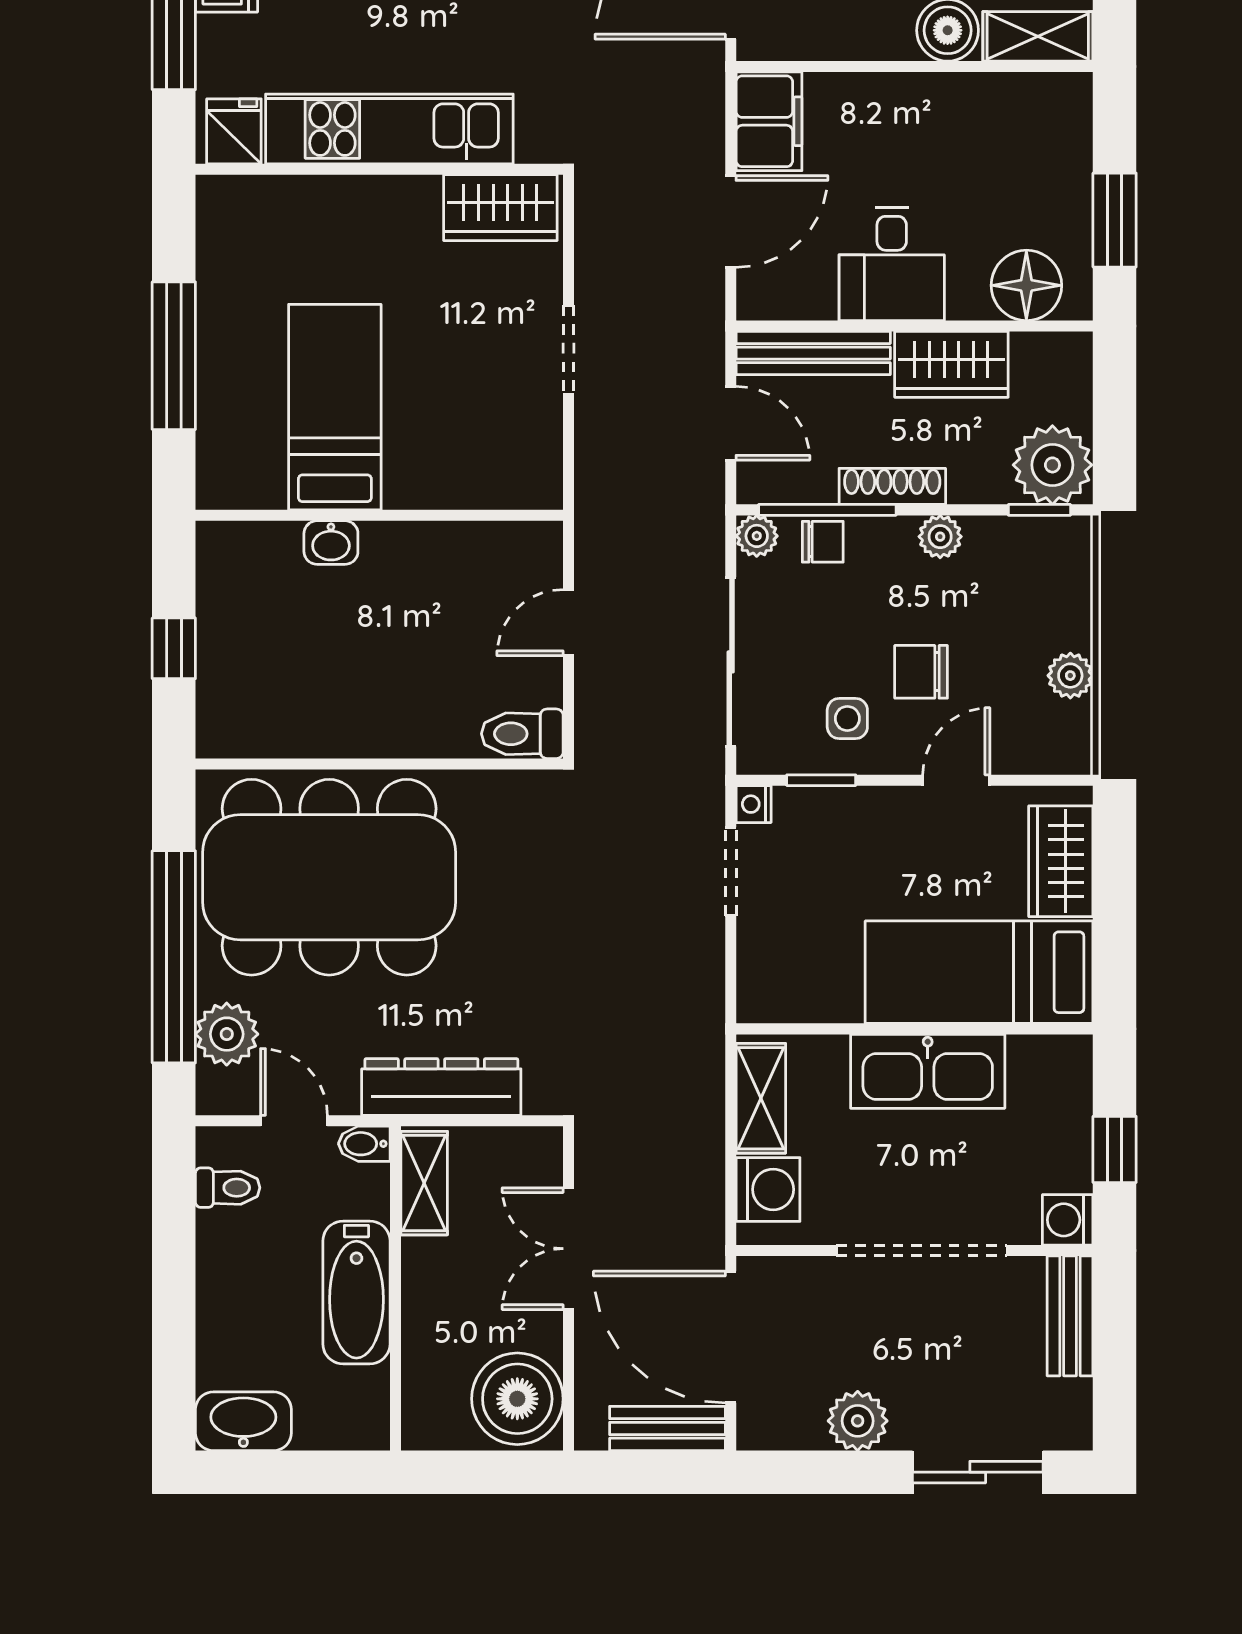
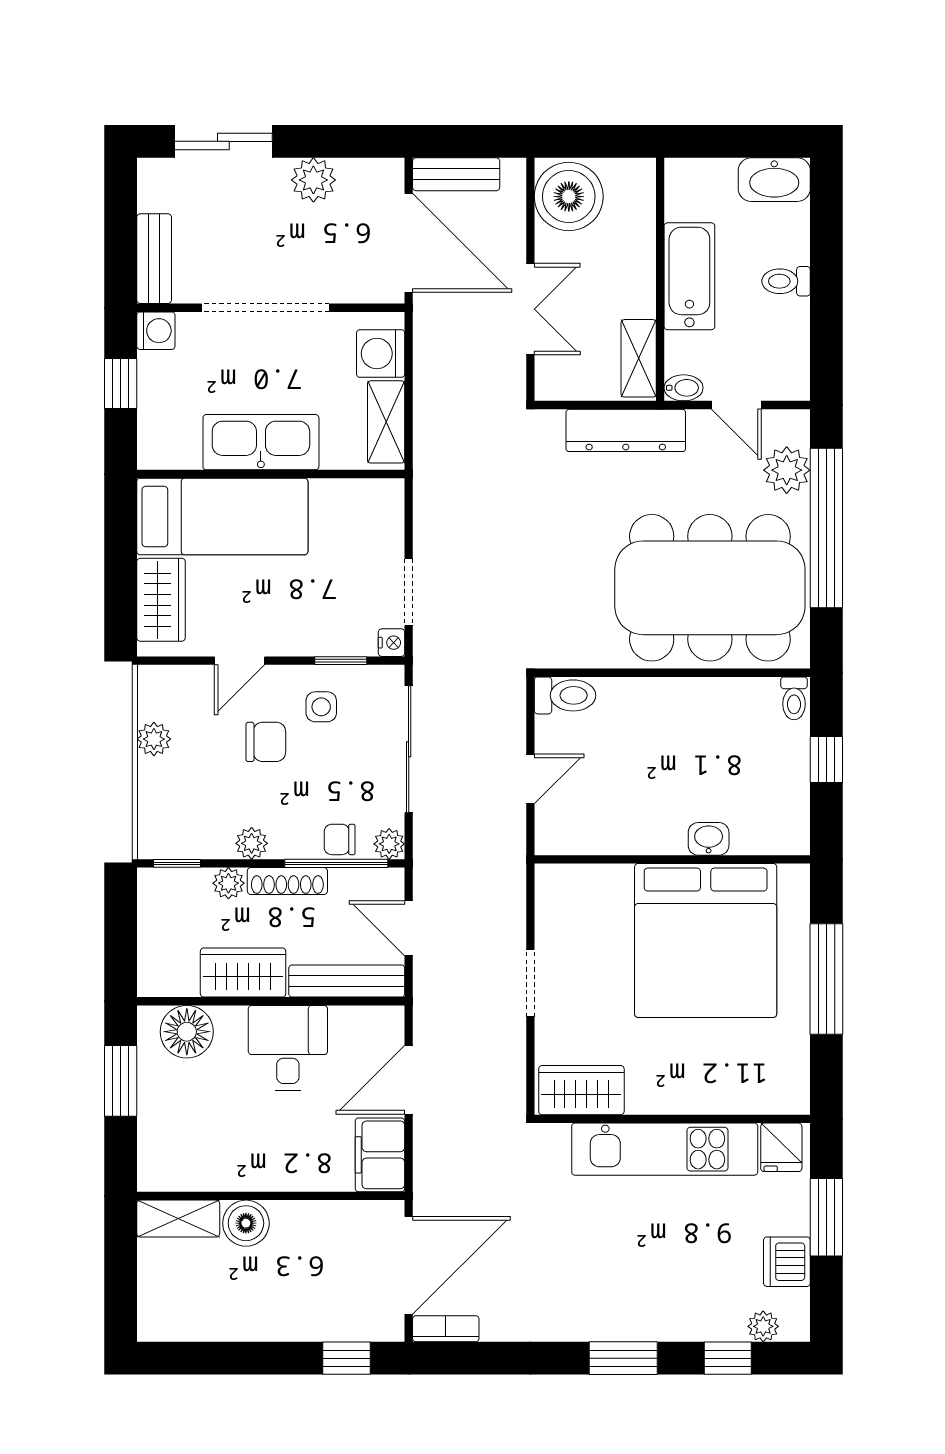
bed: (335, 407) -> (706, 940), width x2.04
plant: (1052, 465) -> (228, 883), moved, width x0.53, depth x0.53
toilet: (217, 730) -> (794, 698), added
toilet: (228, 1188) -> (786, 281), moved

